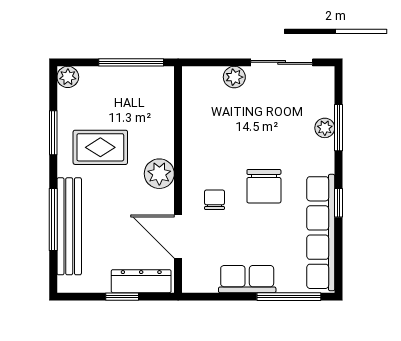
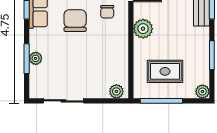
plant: (234, 77) -> (116, 91), moved
rug: (100, 147) -> (165, 71), moved

